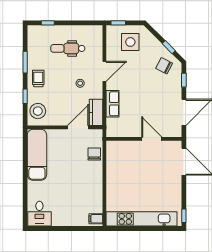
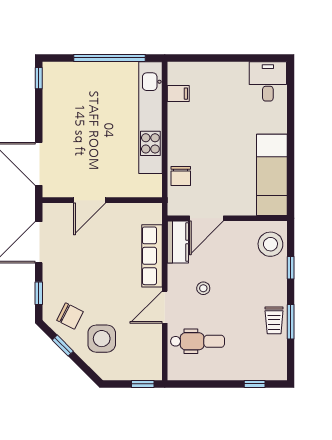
side table: (130, 42) -> (102, 339), moved
dental chair: (68, 48) -> (198, 341), moved
trolley: (38, 78) -> (274, 320), moved
row of seats: (113, 104) -> (152, 256), width x1.48
door: (152, 139) -> (90, 200), hinge flipped
filing cabinet: (96, 219) -> (178, 94), moved
kitchen unit: (142, 219) -> (150, 118), moved, turned 90
window: (139, 228) -> (110, 58), added

